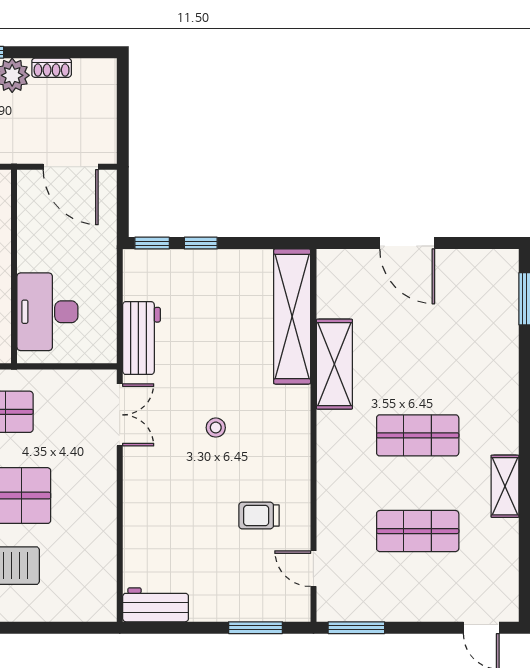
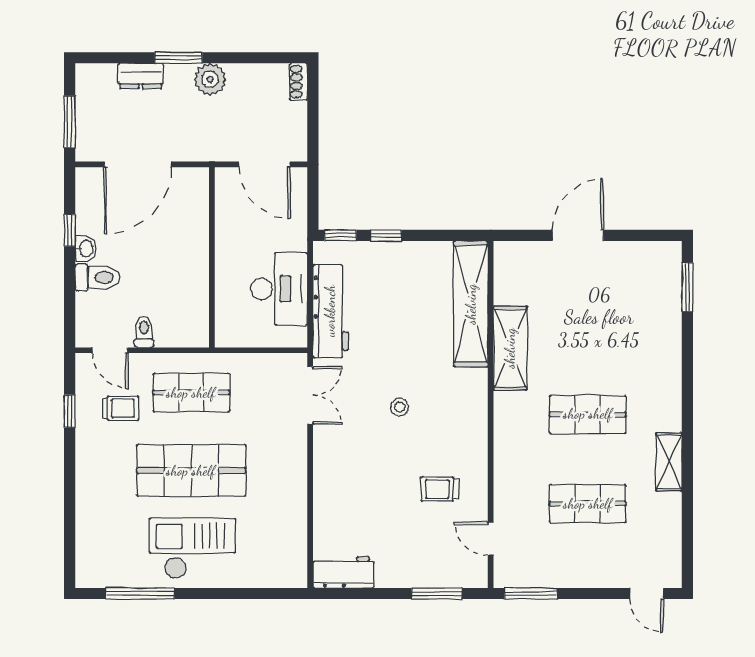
shoe rack: (52, 68) -> (299, 82), moved, turned 90
door: (407, 243) -> (578, 235), swing flipped
desk: (47, 312) -> (279, 289), moved, turned 180
workbench: (141, 338) -> (330, 311), width x1.38

